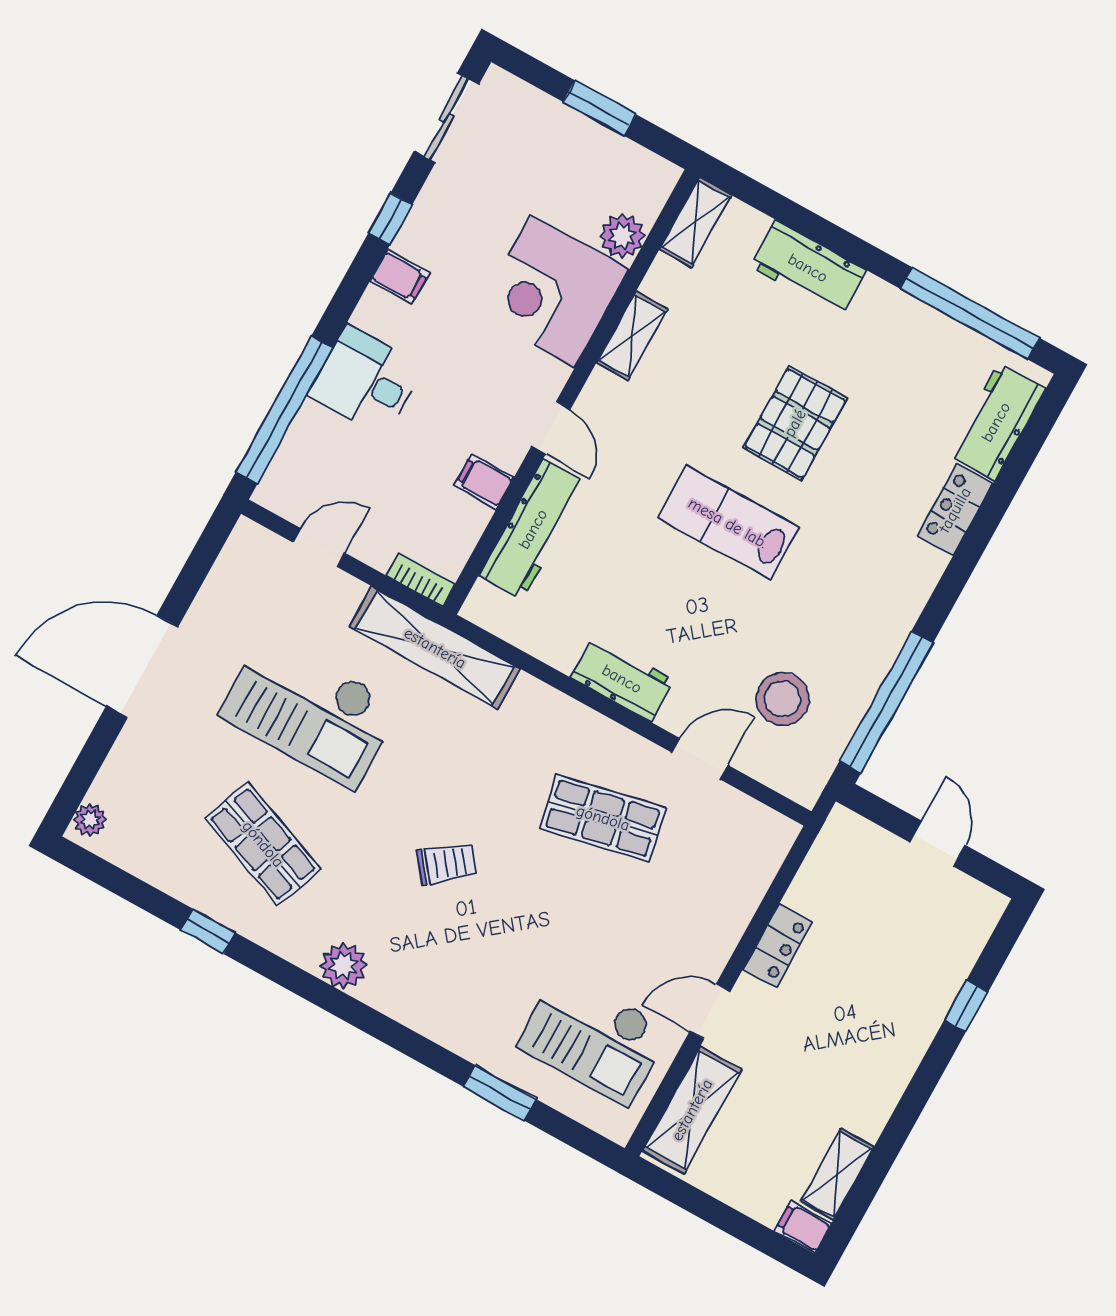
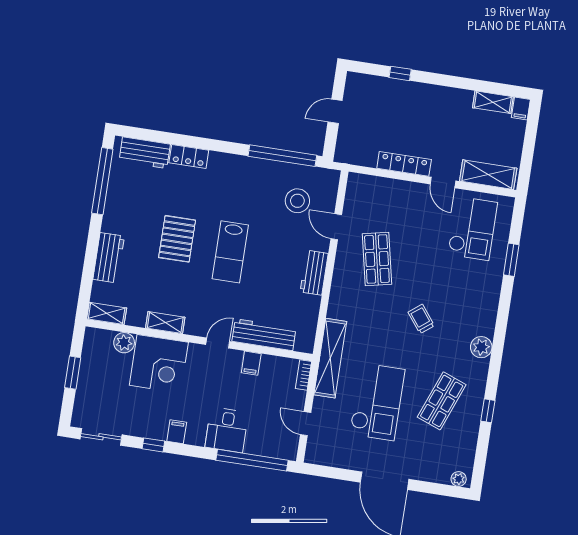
pallet: (795, 423) -> (177, 239), turned 90
locker: (778, 946) -> (404, 164), width x1.53

